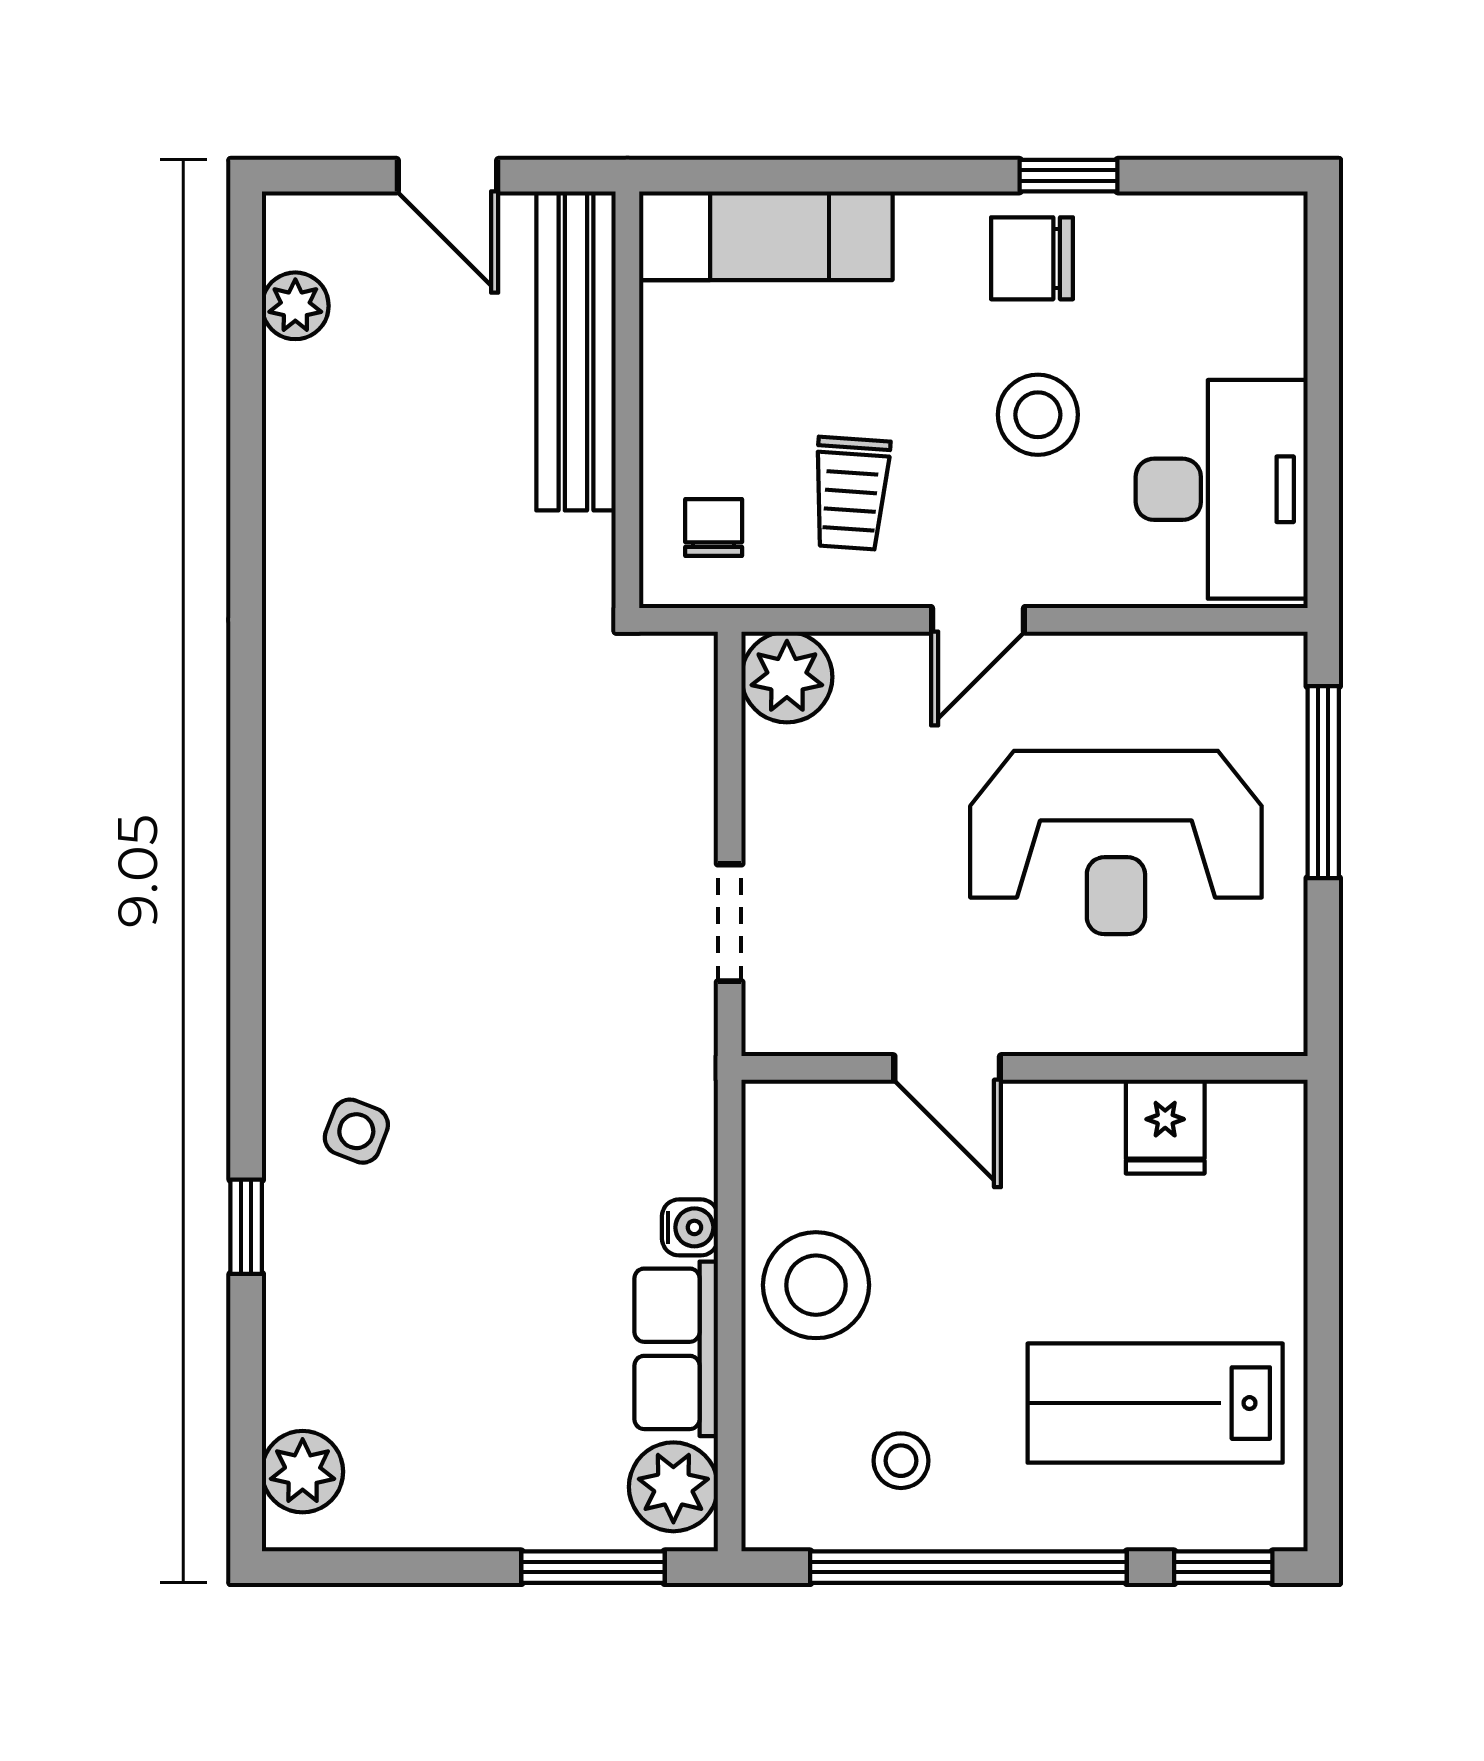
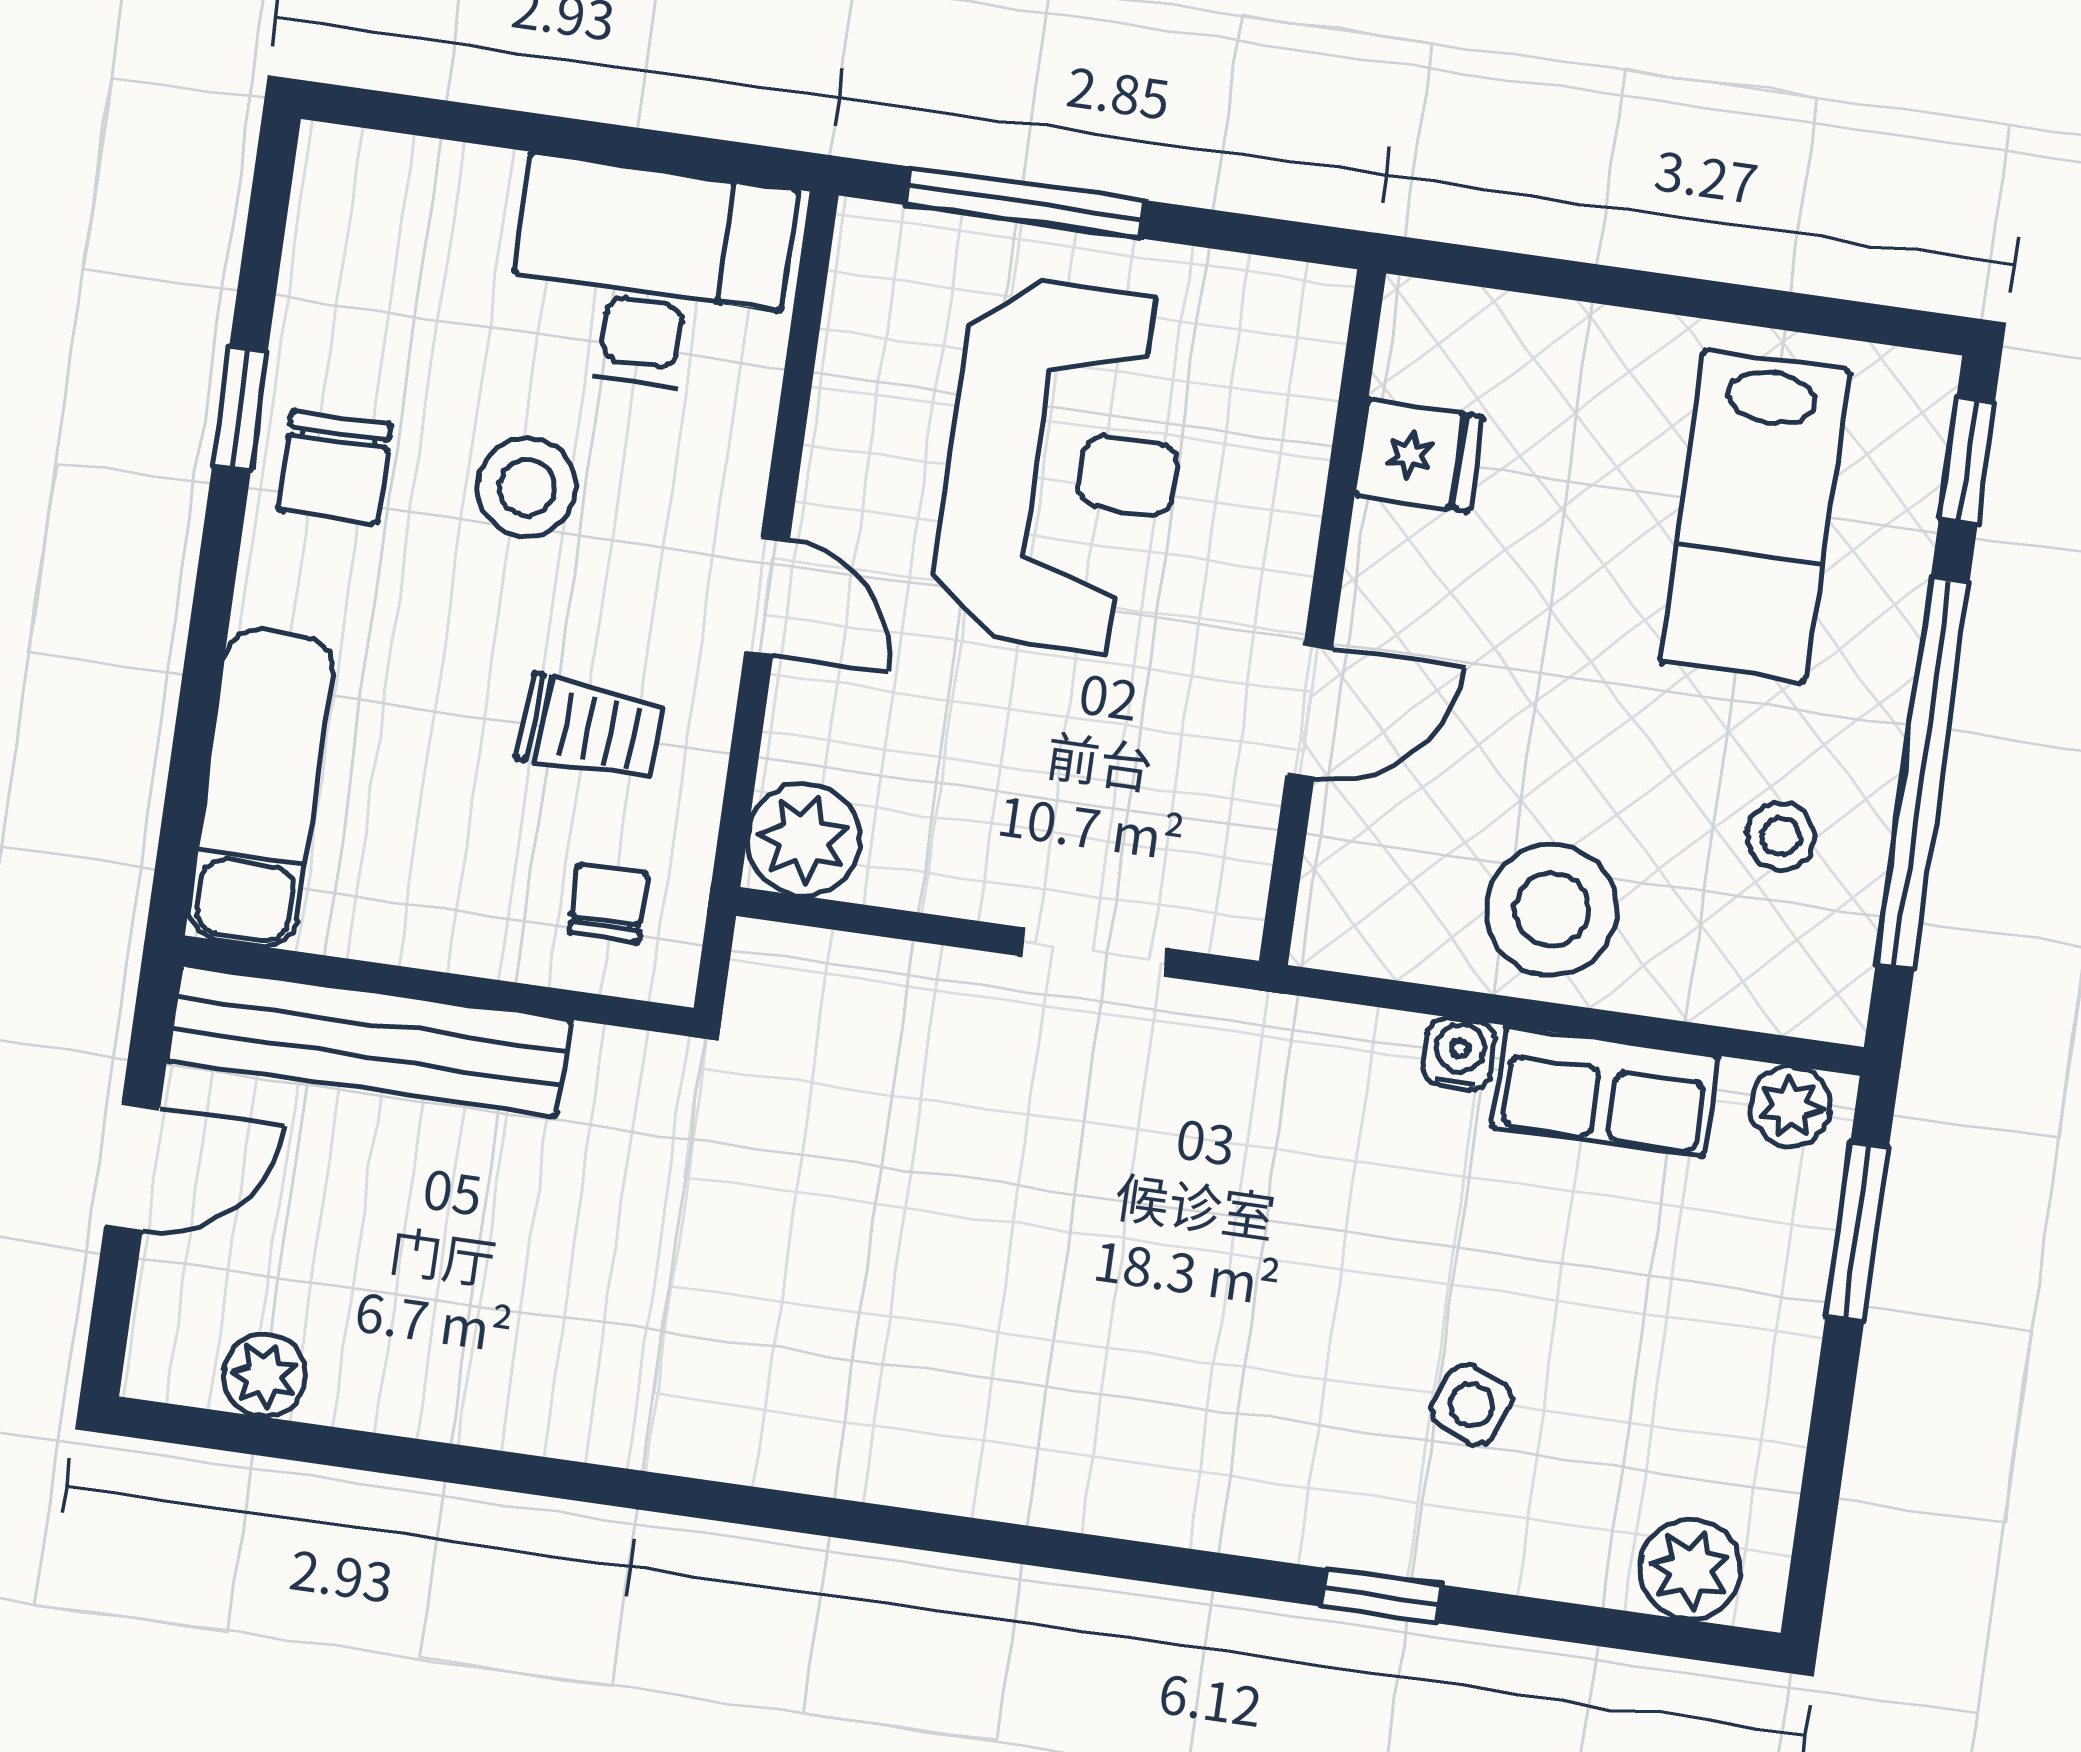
chair: (714, 527) -> (608, 903), turned 90
side table: (356, 1131) -> (1471, 1405), moved
plant: (673, 1487) -> (1790, 1106), width x0.73, depth x0.73

